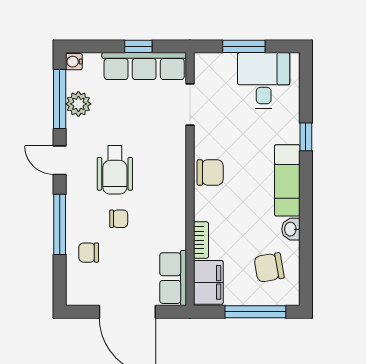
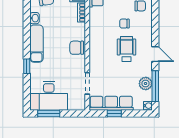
window: (244, 46) -> (49, 114), moved
desk: (264, 80) -> (49, 96), width x1.37
window: (60, 224) -> (155, 21), removed

